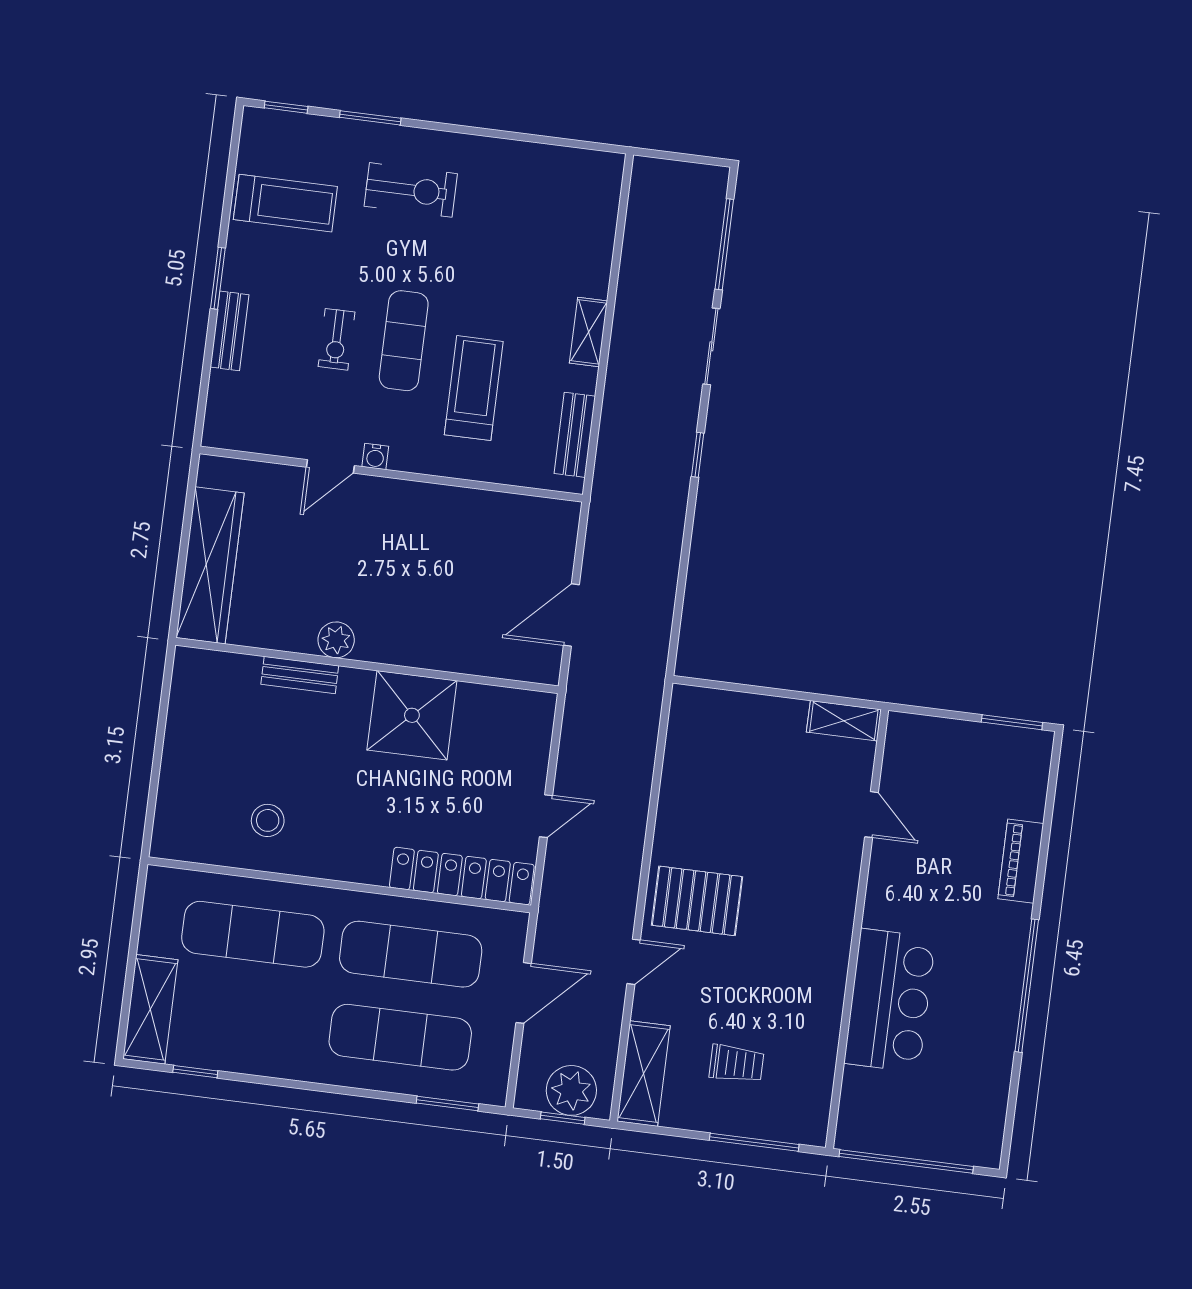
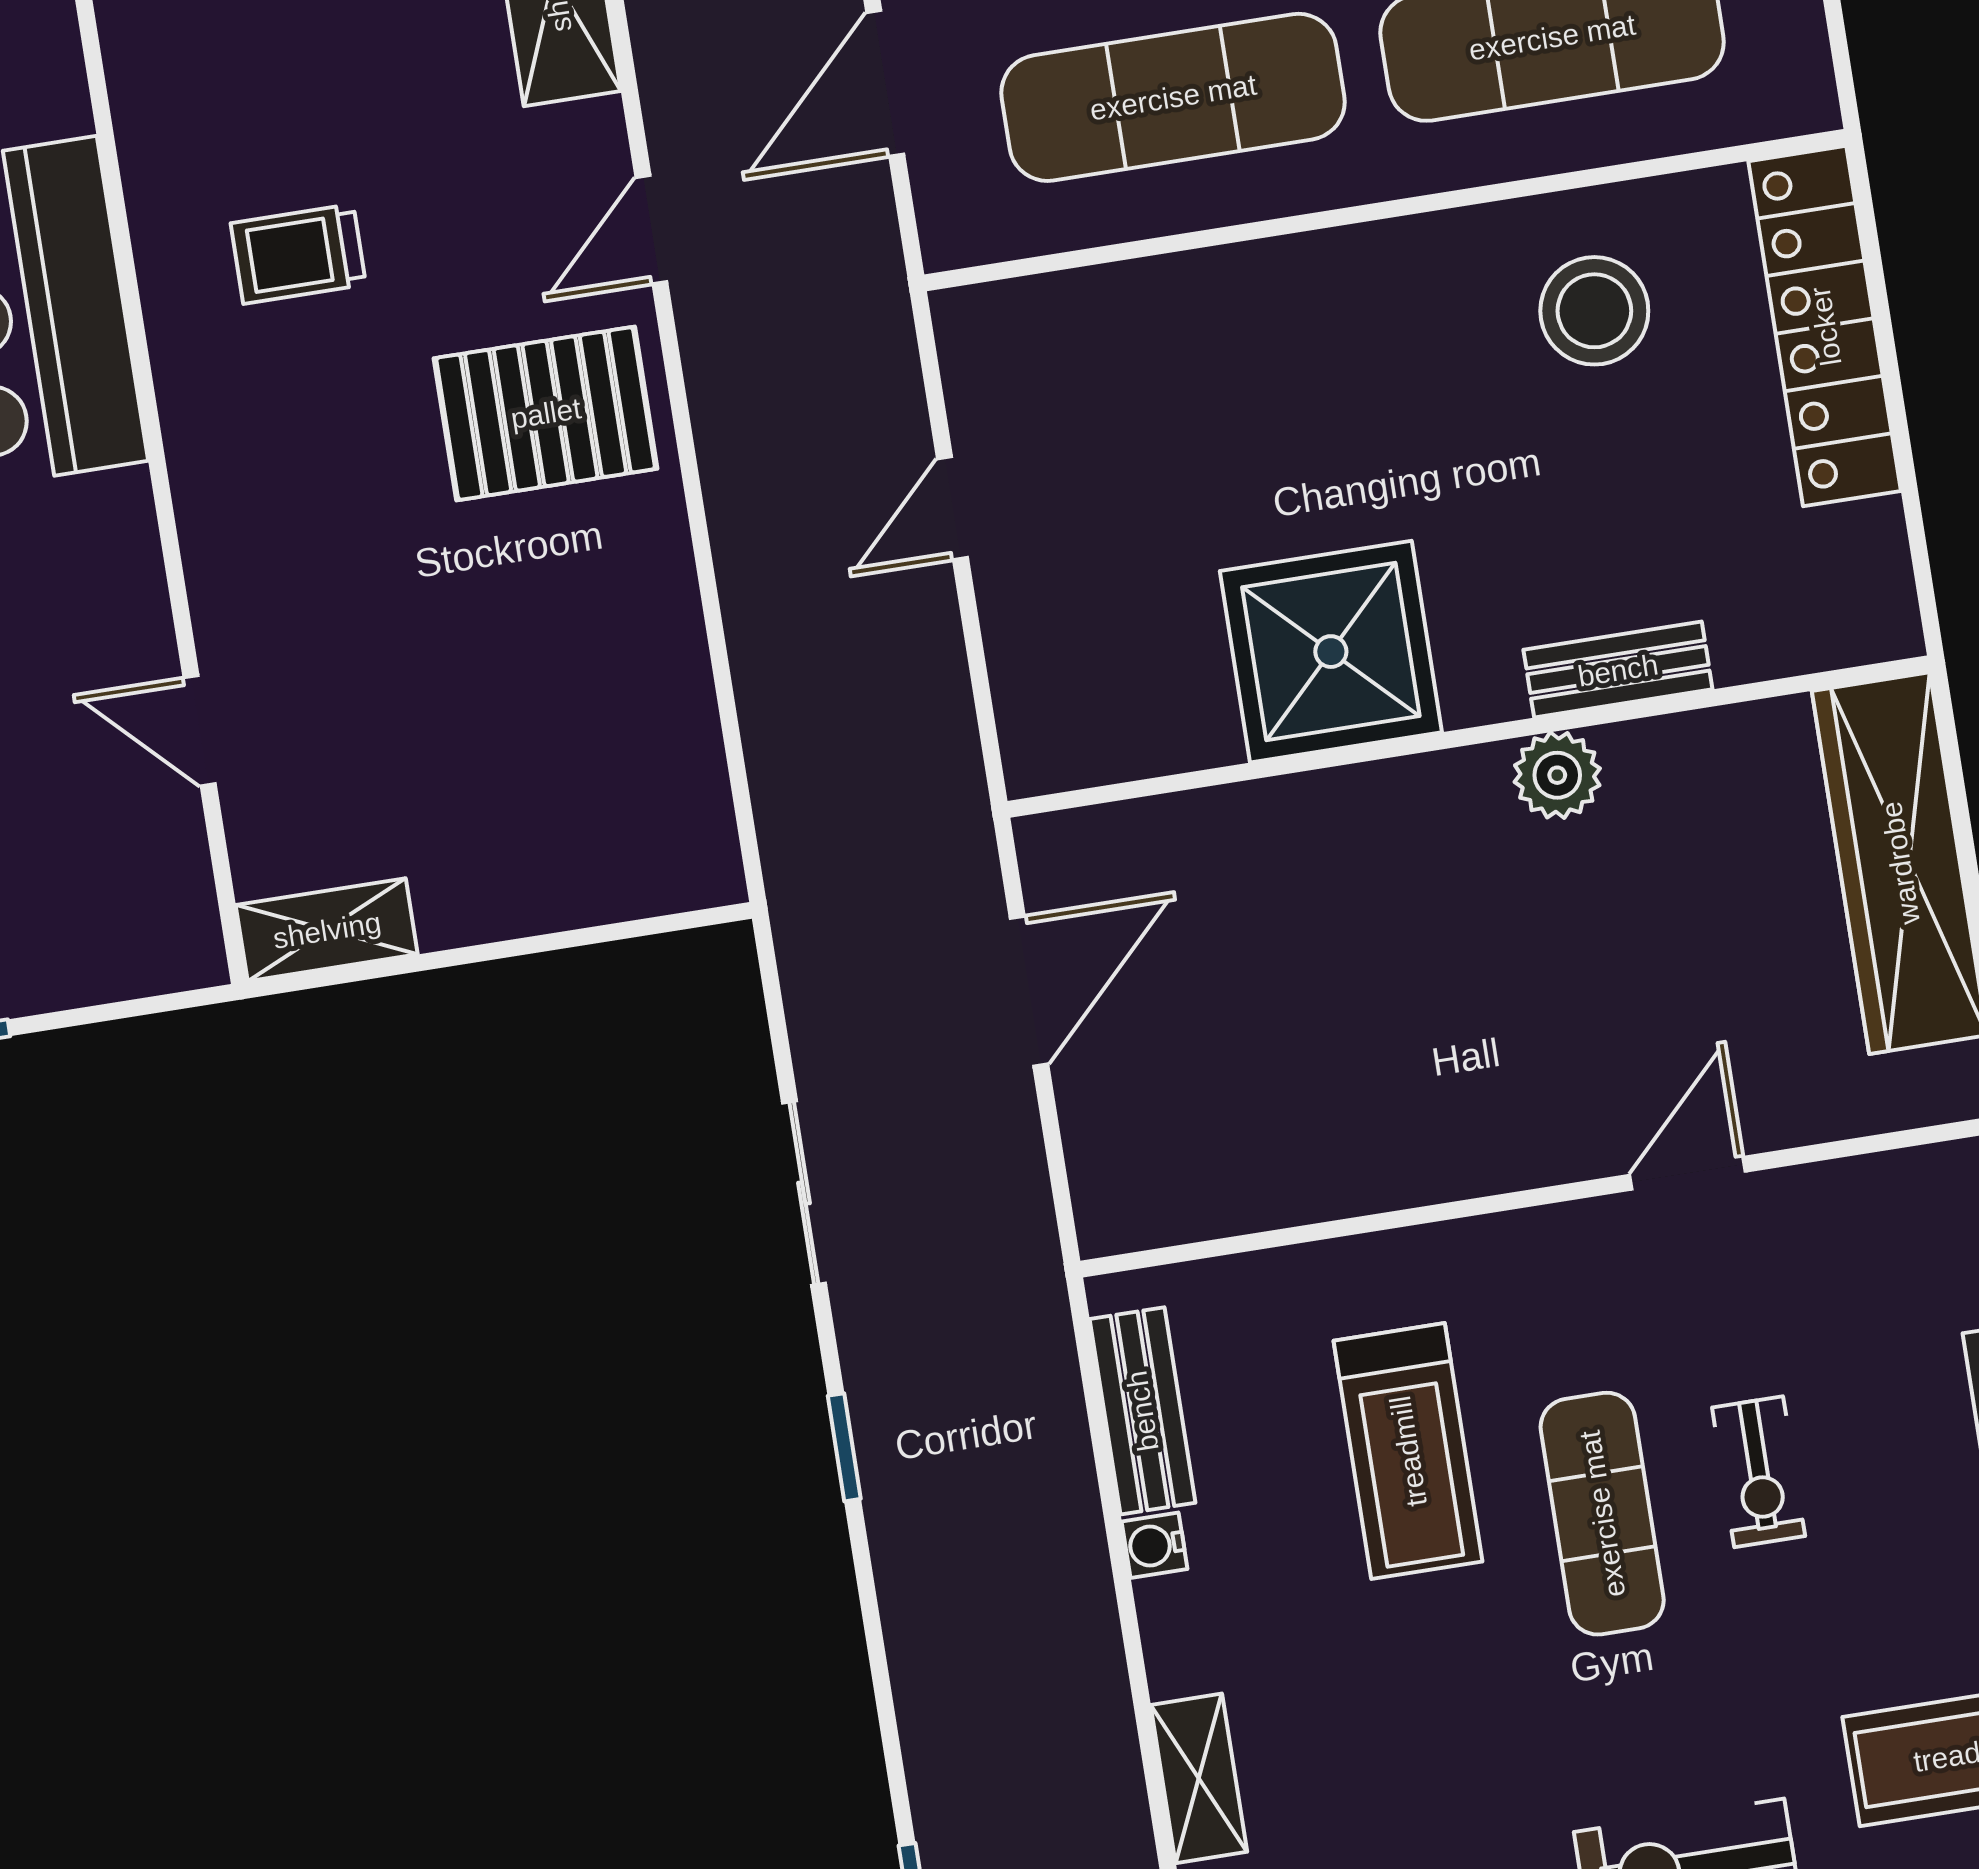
shelving: (589, 332) -> (1199, 1778), moved
exercise bike: (337, 339) -> (1759, 1472), turned 180
sliding door: (711, 346) -> (804, 1193), moved
water cooler: (375, 457) -> (1155, 1545), moved, turned -90
stool: (268, 820) -> (1594, 311), width x1.38, depth x1.38
locker: (462, 876) -> (1825, 326), moved, turned 90
trolley: (737, 1064) -> (298, 254), moved

